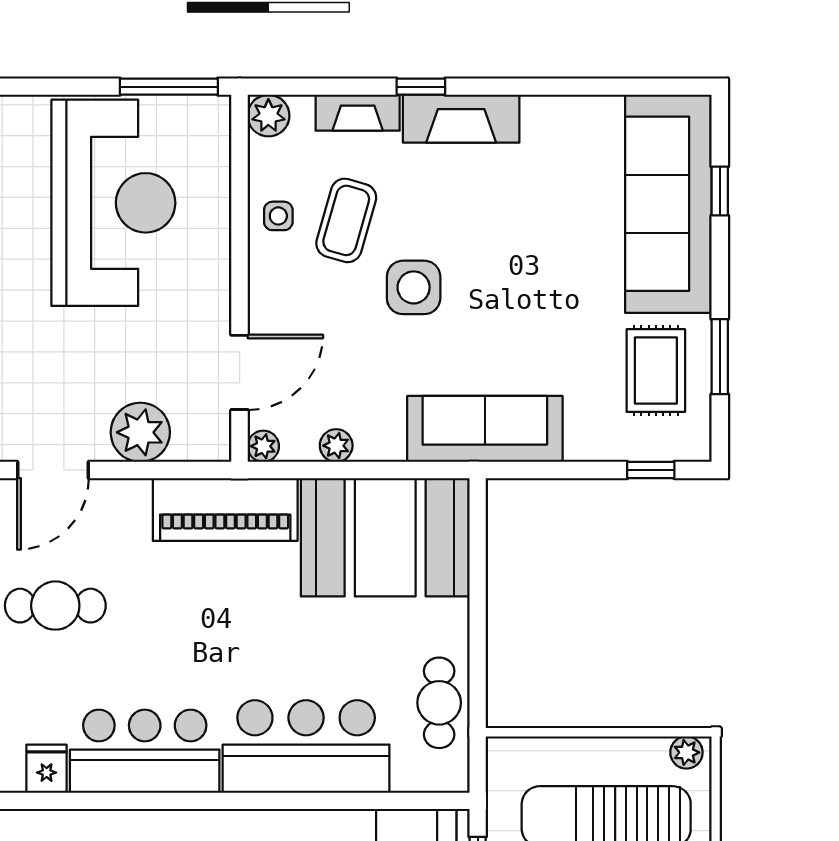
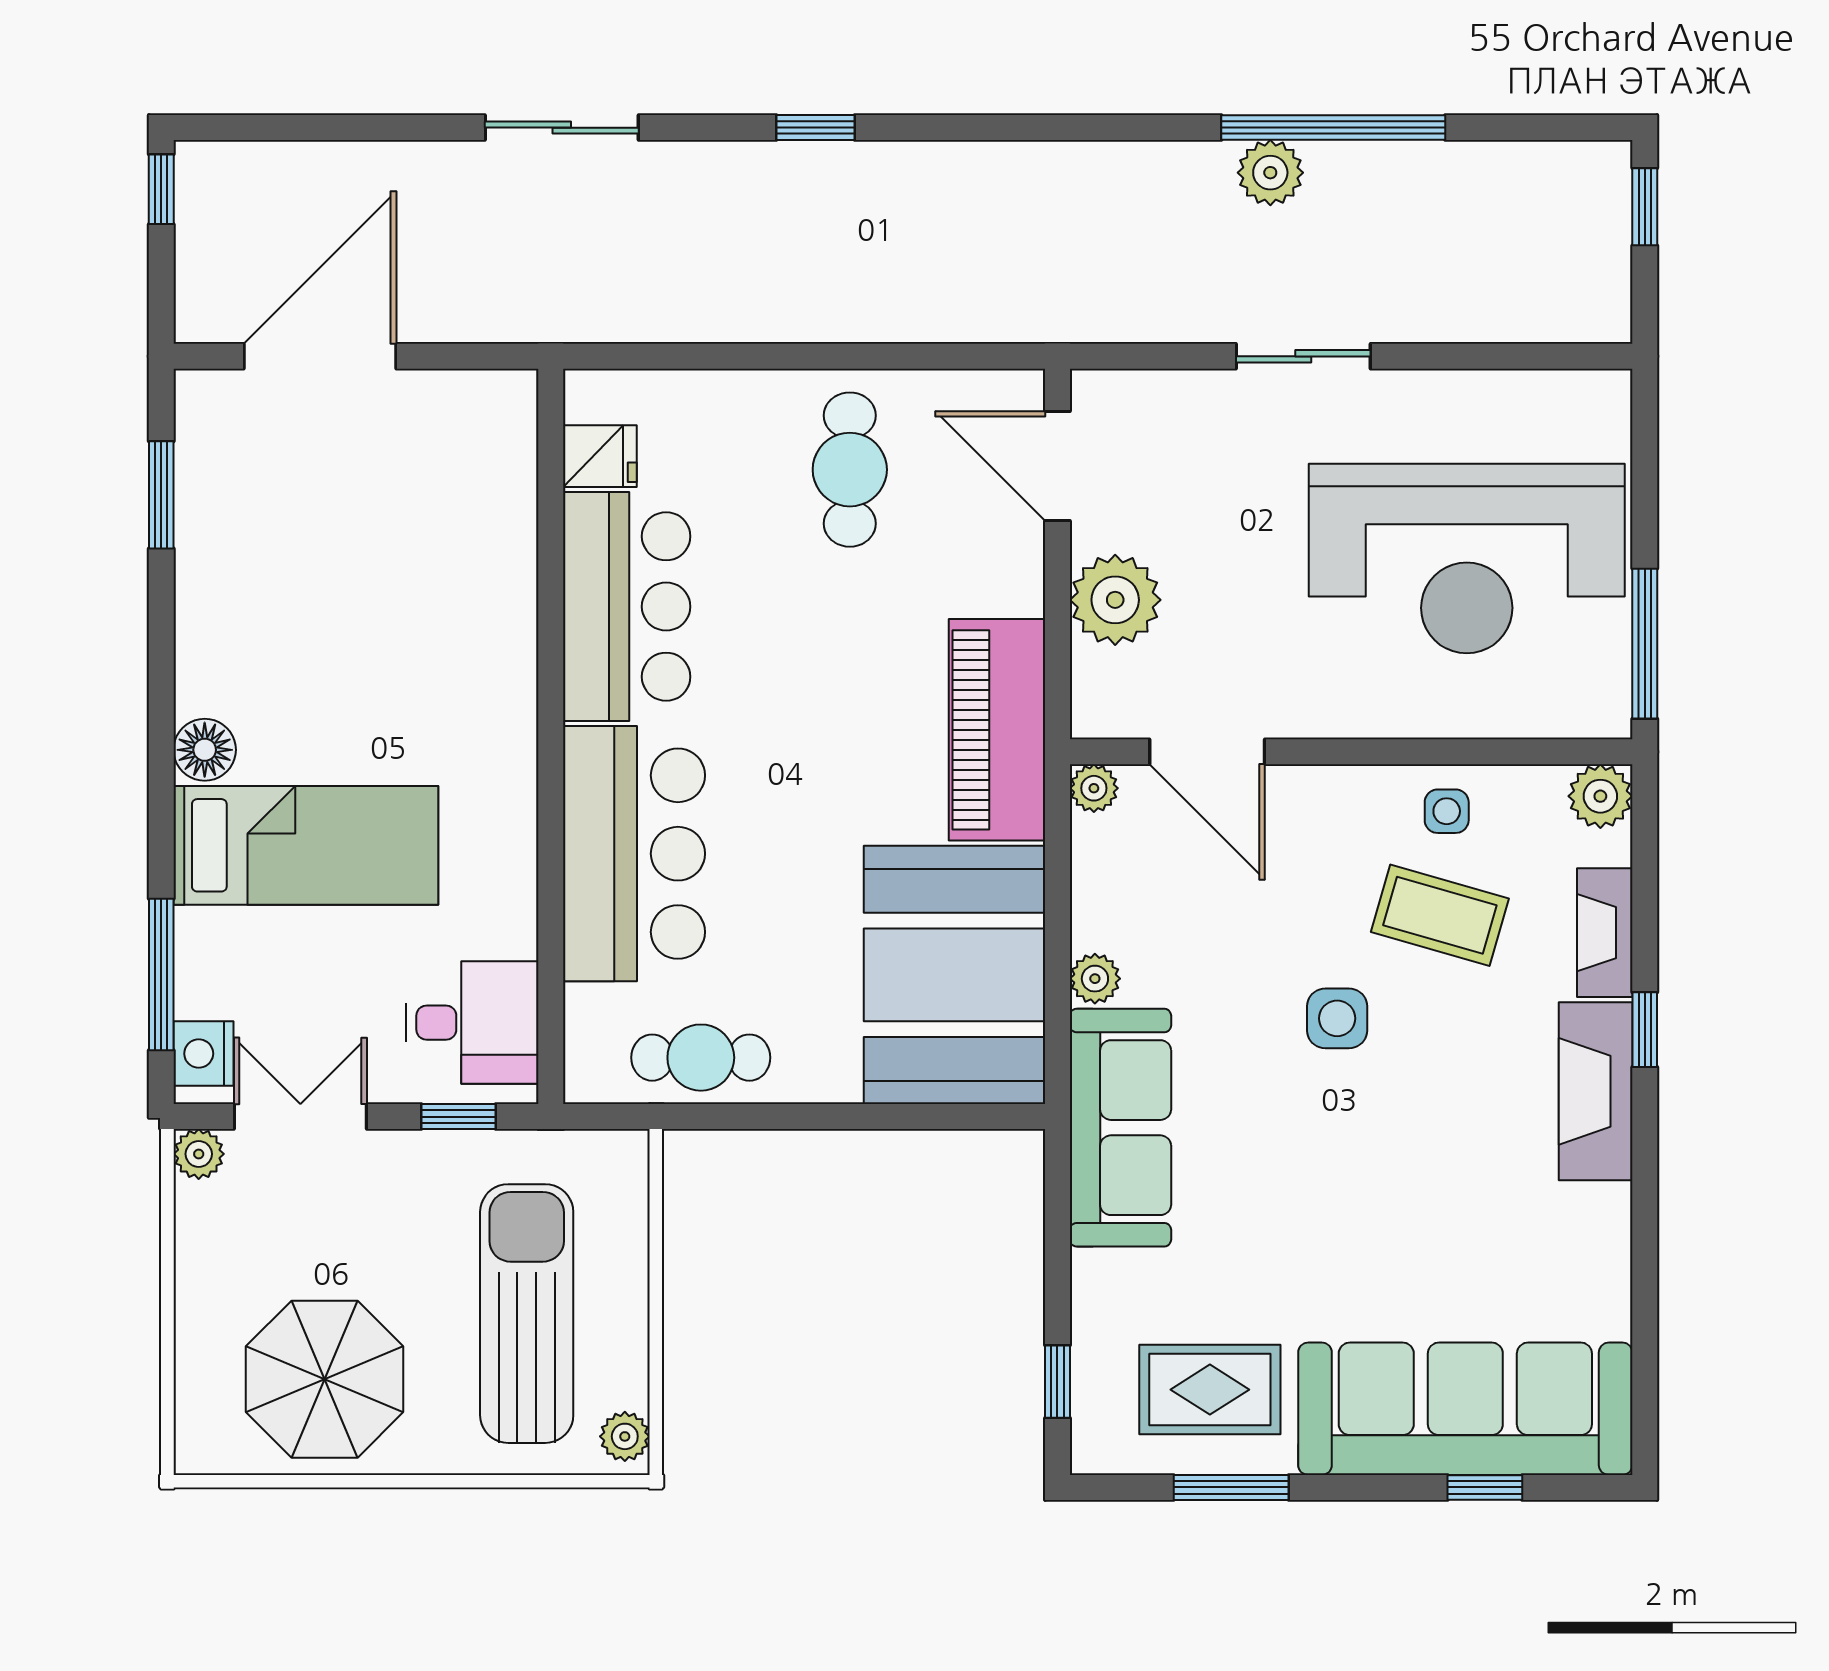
side table: (414, 287) -> (1337, 1018), width x0.73, depth x0.73
plant: (336, 446) -> (1095, 979), moved

